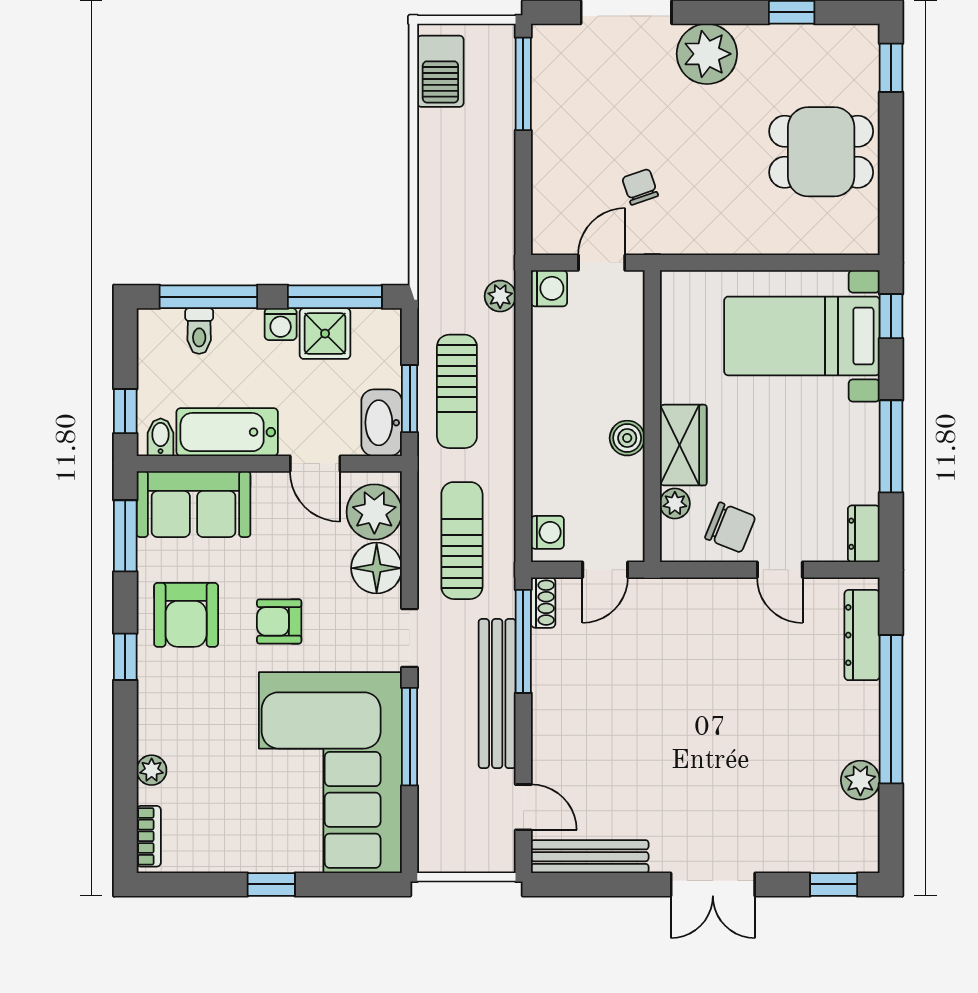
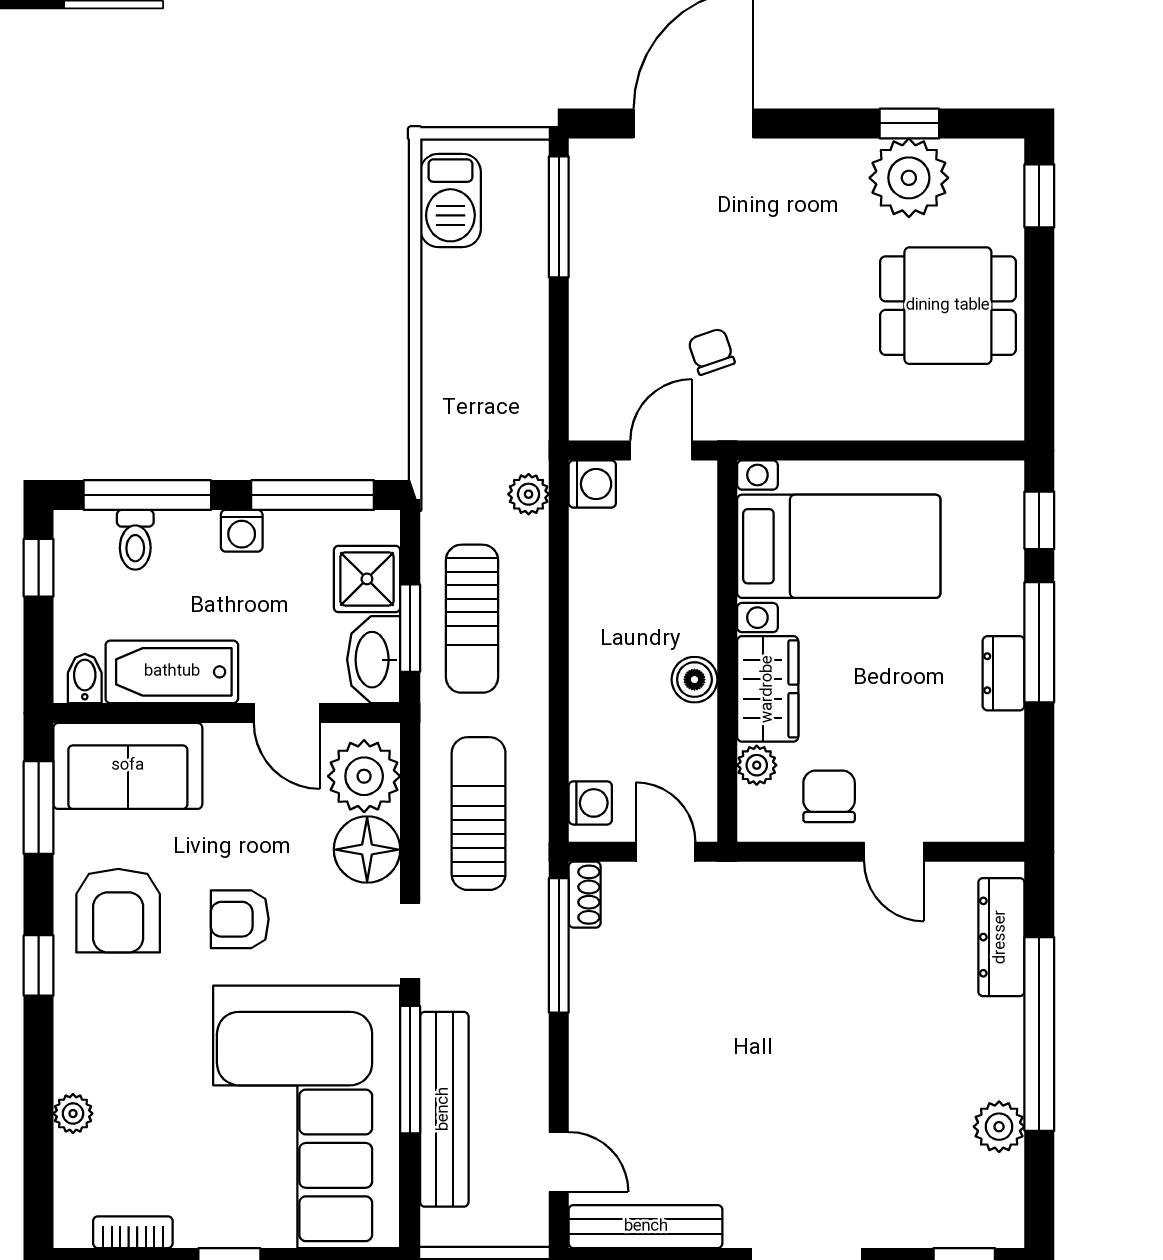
plant: (707, 54) -> (909, 178), moved
shower: (325, 334) -> (367, 579), moved
bed with nightstands: (802, 336) -> (839, 546), moved, turned 180
window: (125, 411) -> (39, 568), moved
window: (891, 446) -> (1039, 642), moved
chair: (730, 527) -> (829, 796), turned -112
dresser: (864, 534) -> (1004, 673), moved
door: (605, 570) -> (666, 852), swing flipped
bench: (497, 694) -> (444, 1109), moved
bookcase: (149, 836) -> (133, 1232), moved, turned -90

